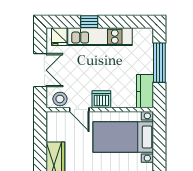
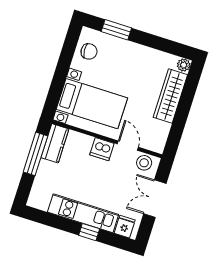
window: (159, 63) -> (35, 154), moved

